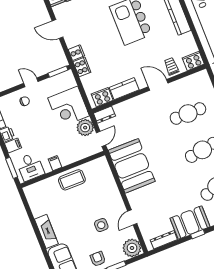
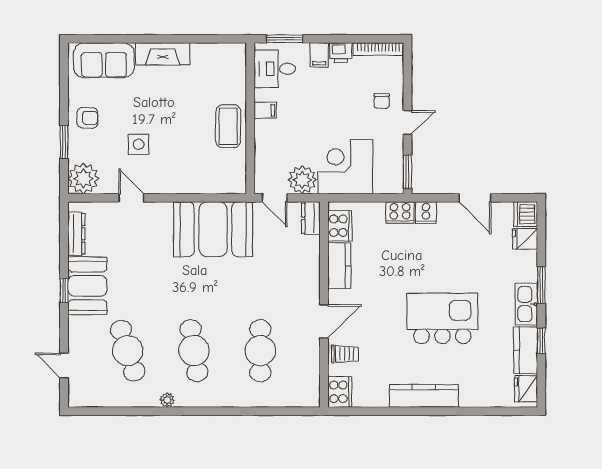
door: (58, 29) -> (475, 198), swing flipped

